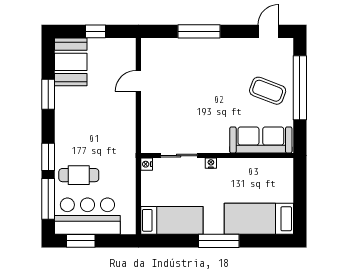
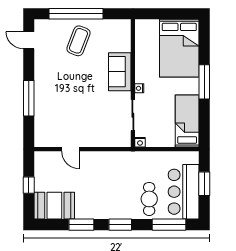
sofa: (261, 140) -> (120, 72), moved, width x0.73
window: (48, 157) -> (120, 225), moved
bed: (259, 219) -> (179, 48), width x1.50
window: (81, 241) -> (204, 184), moved

